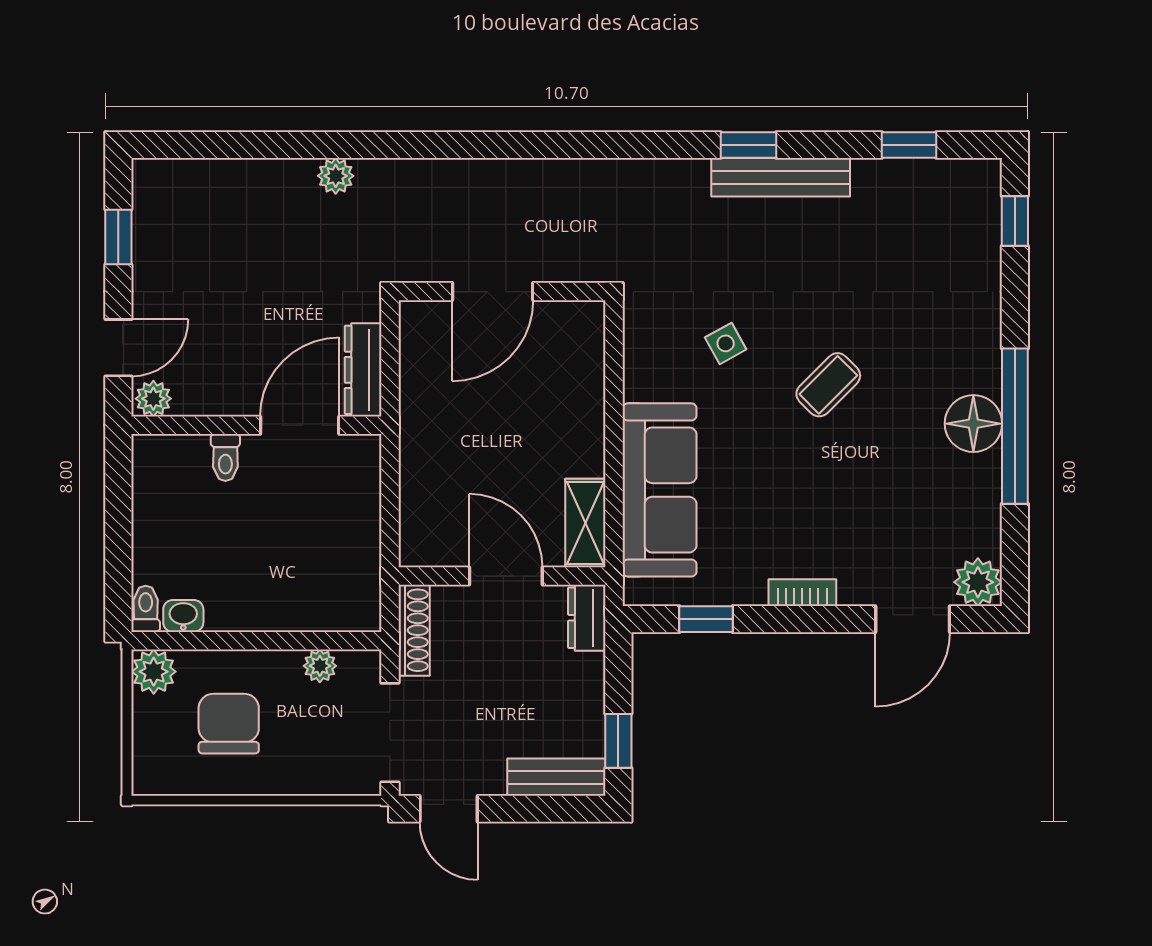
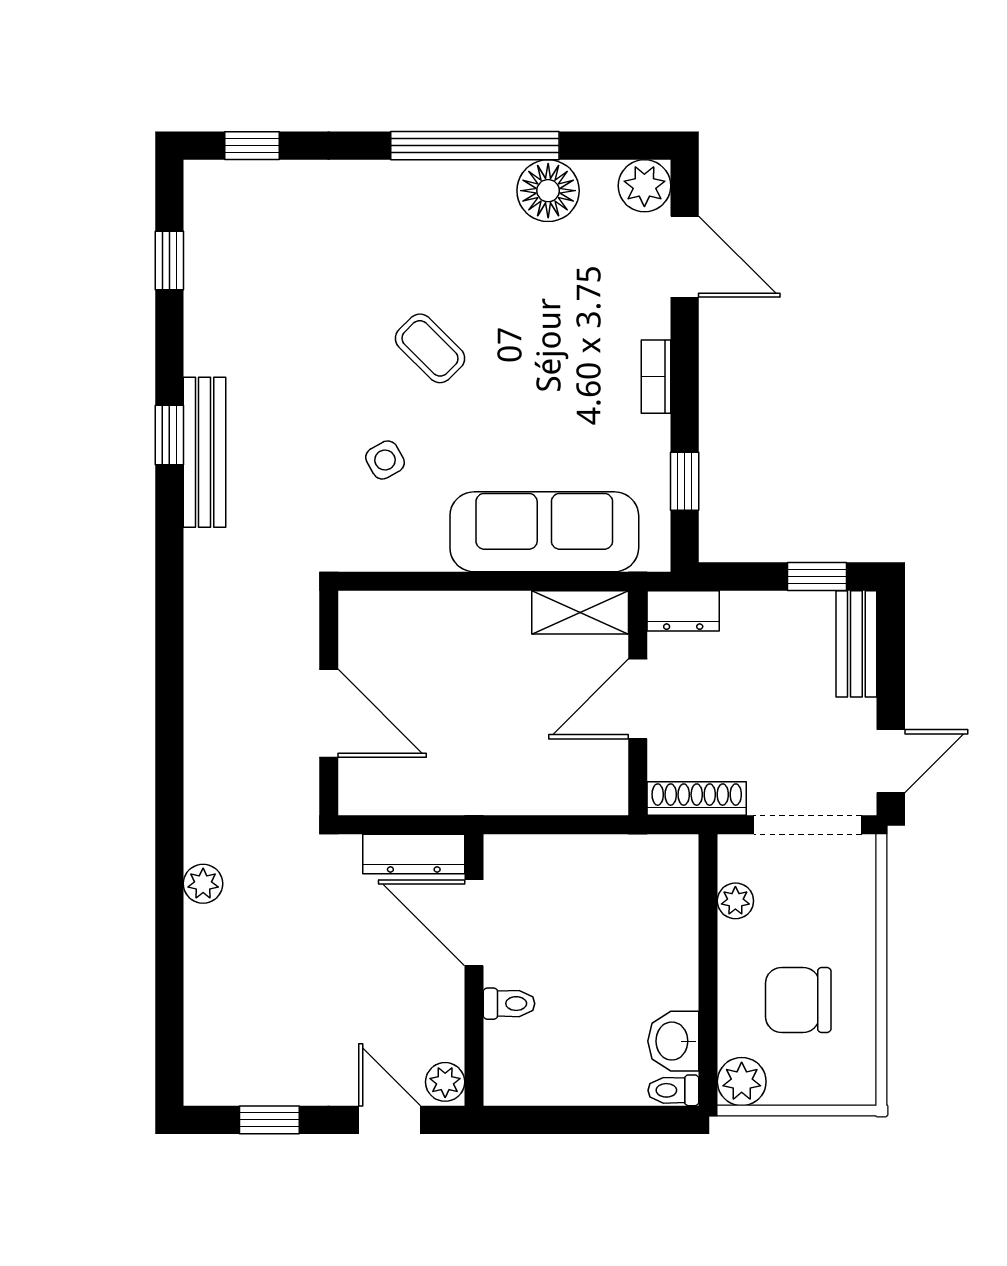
bench: (781, 177) -> (205, 452), moved
floor lamp: (973, 424) -> (548, 191), moved
washbasin: (183, 616) -> (673, 1041), width x1.38, depth x1.45

